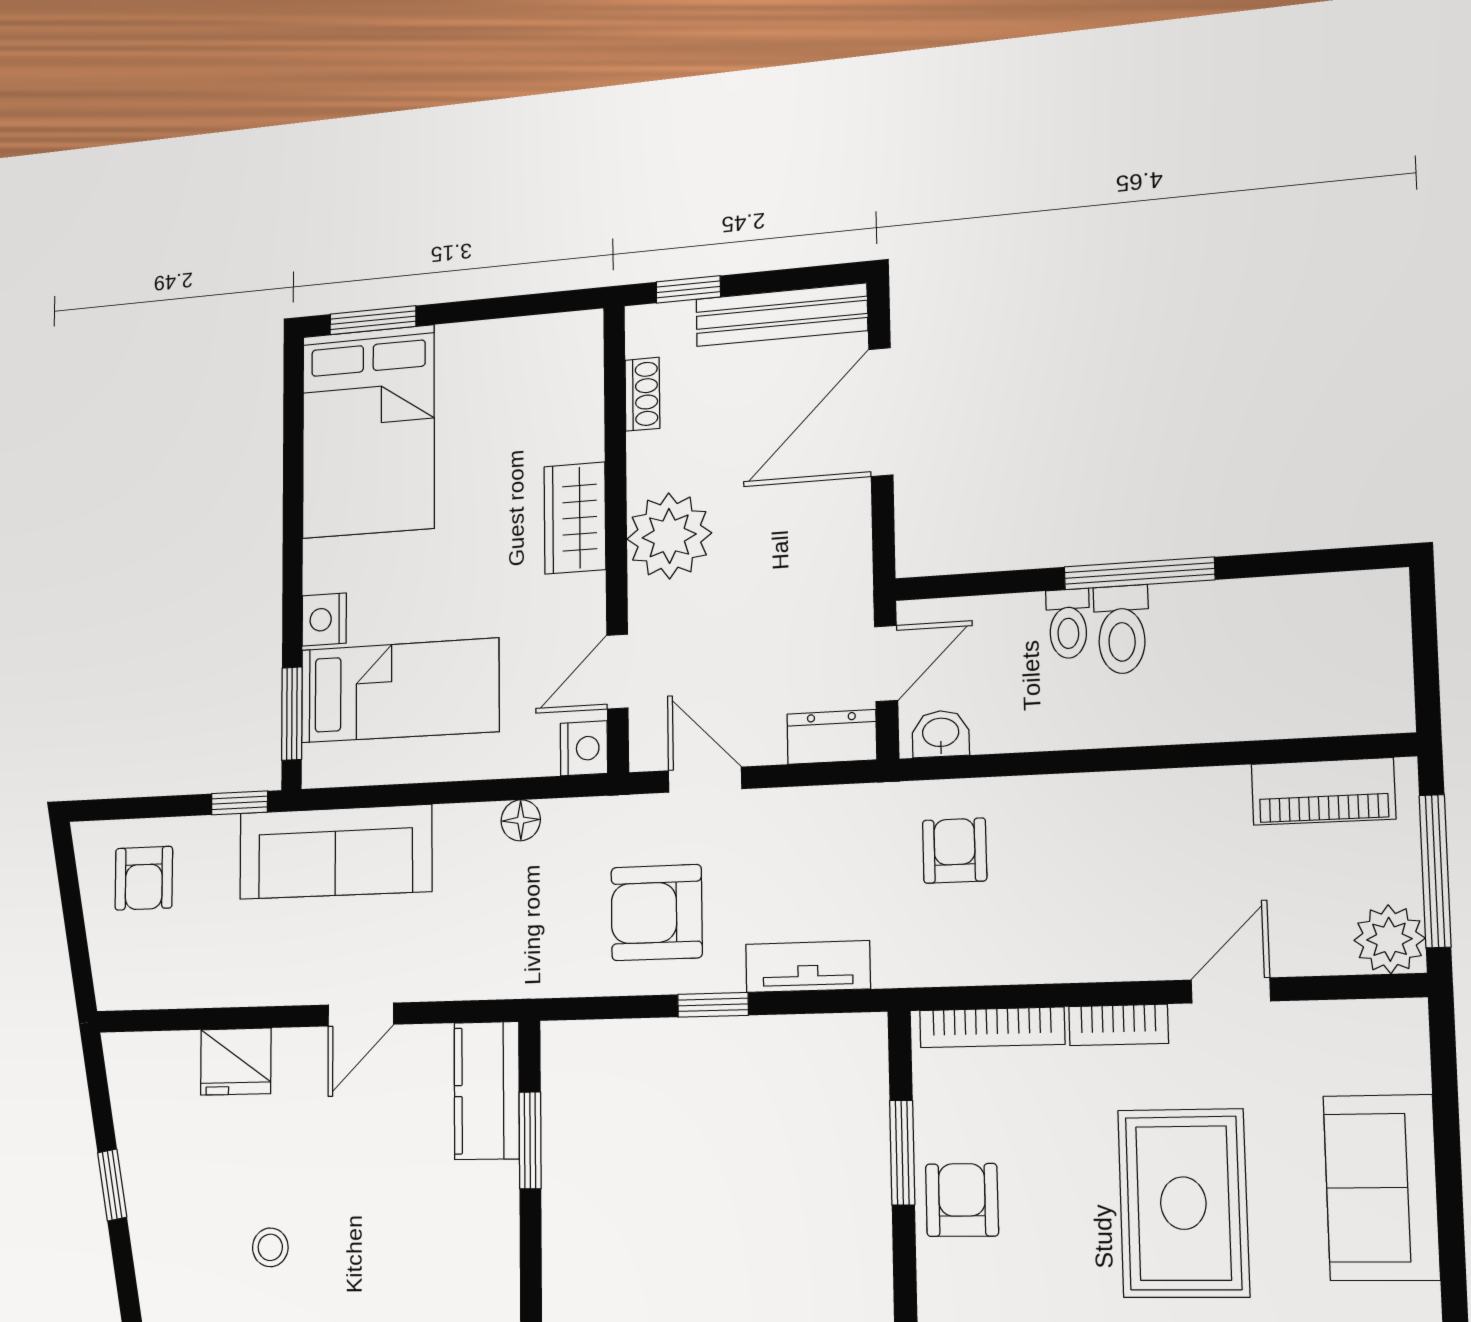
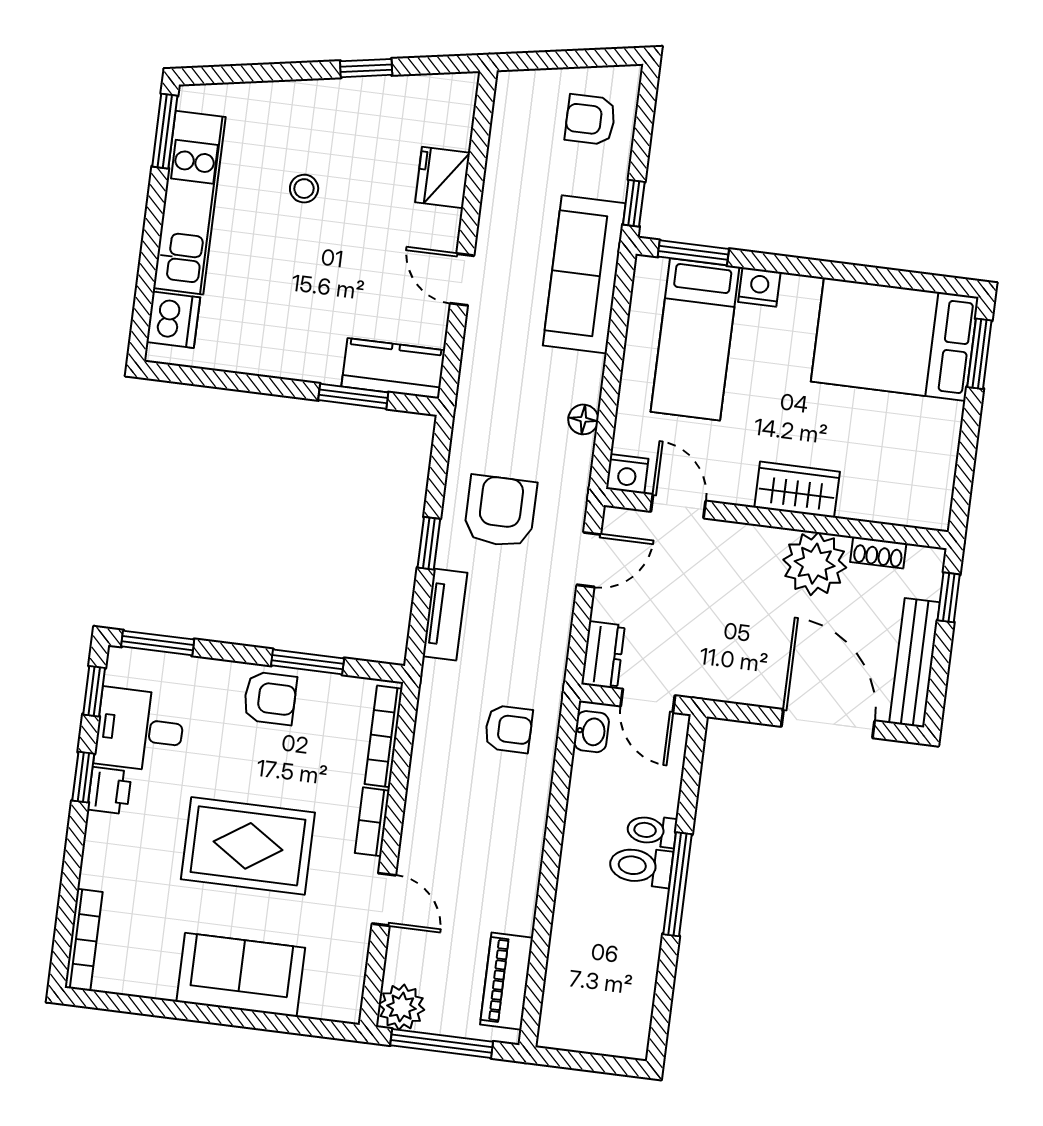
plant: (669, 536) -> (815, 564), moved

